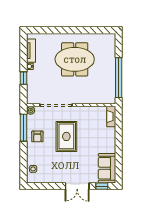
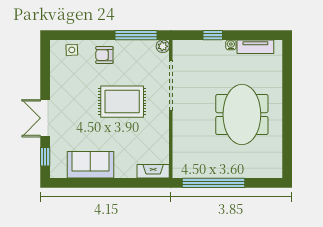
armchair: (37, 136) -> (104, 55), moved
sofa: (107, 168) -> (90, 165), moved

